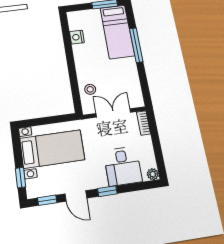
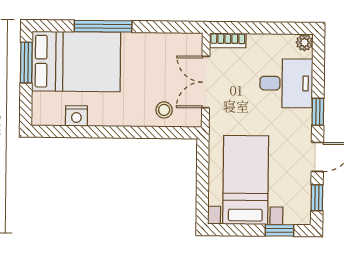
bed: (117, 32) -> (76, 62), width x1.50

